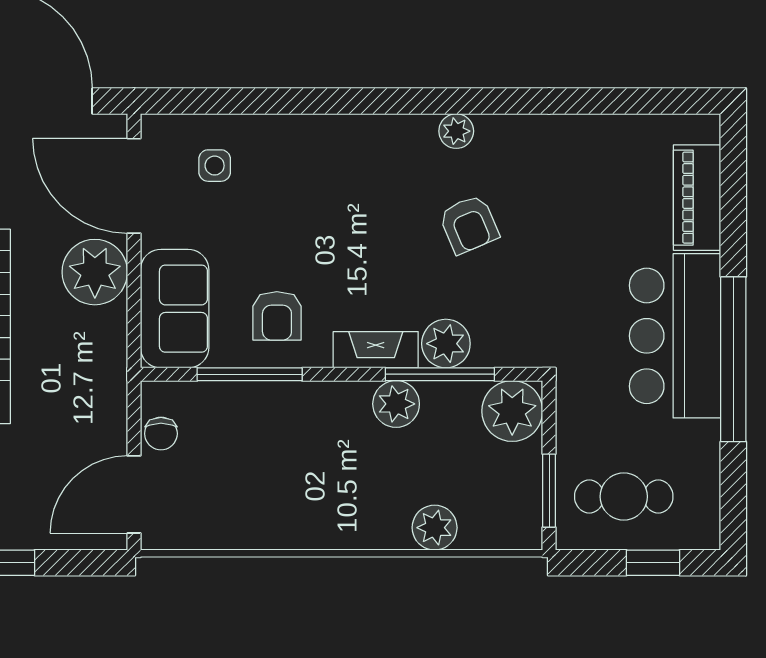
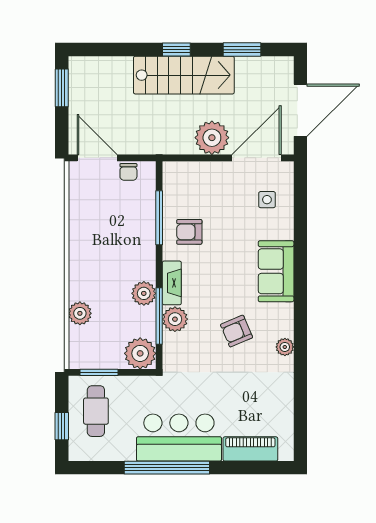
plant: (456, 131) -> (285, 347), moved
sofa: (175, 309) -> (276, 271), moved, turned 90
chair: (161, 434) -> (128, 172), turned -90

